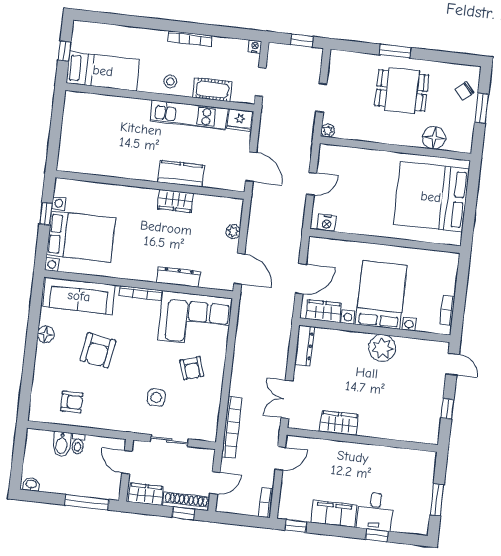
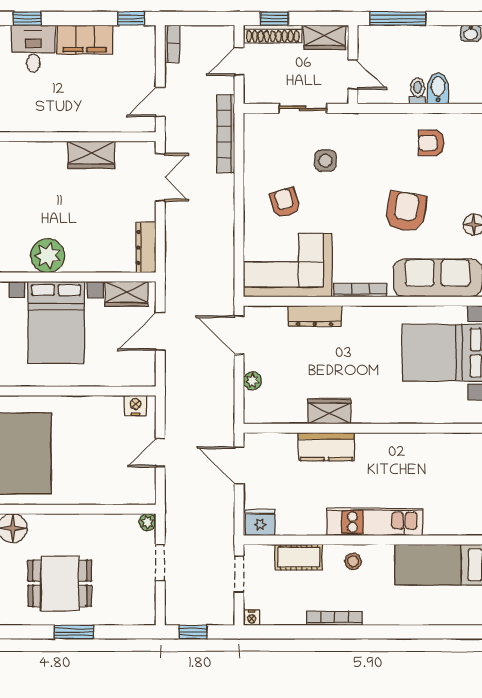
kitchen unit: (189, 115) -> (375, 522), moved

